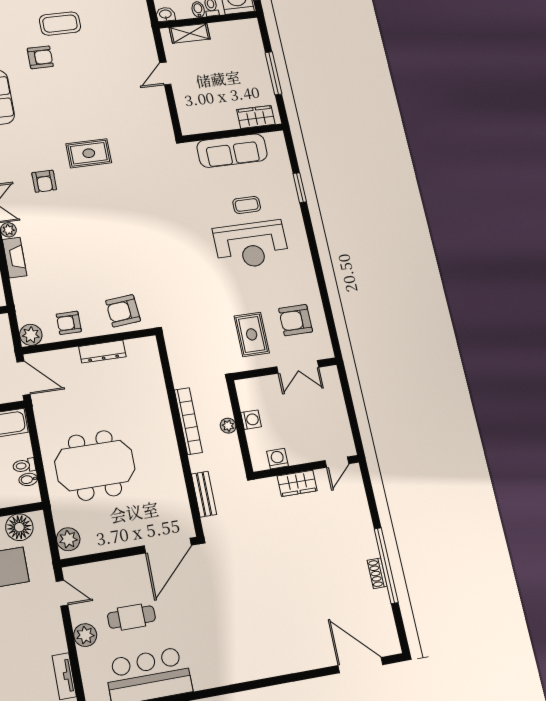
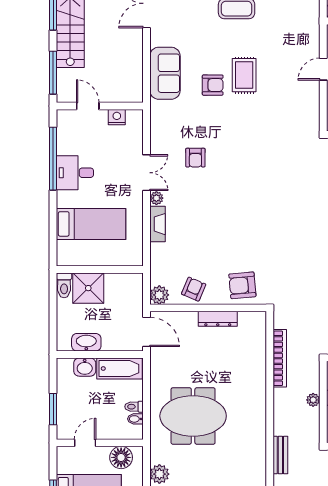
armchair: (40, 57) -> (213, 85), moved
rug: (89, 153) -> (244, 75), moved, turned 90
armchair: (69, 323) -> (194, 289), turned 113
bookcase: (188, 421) -> (280, 358), moved

